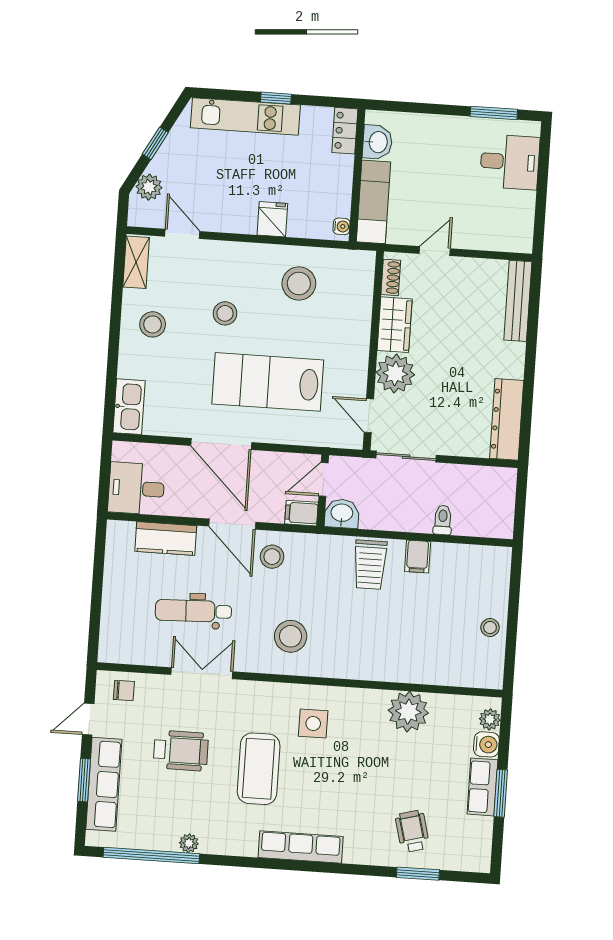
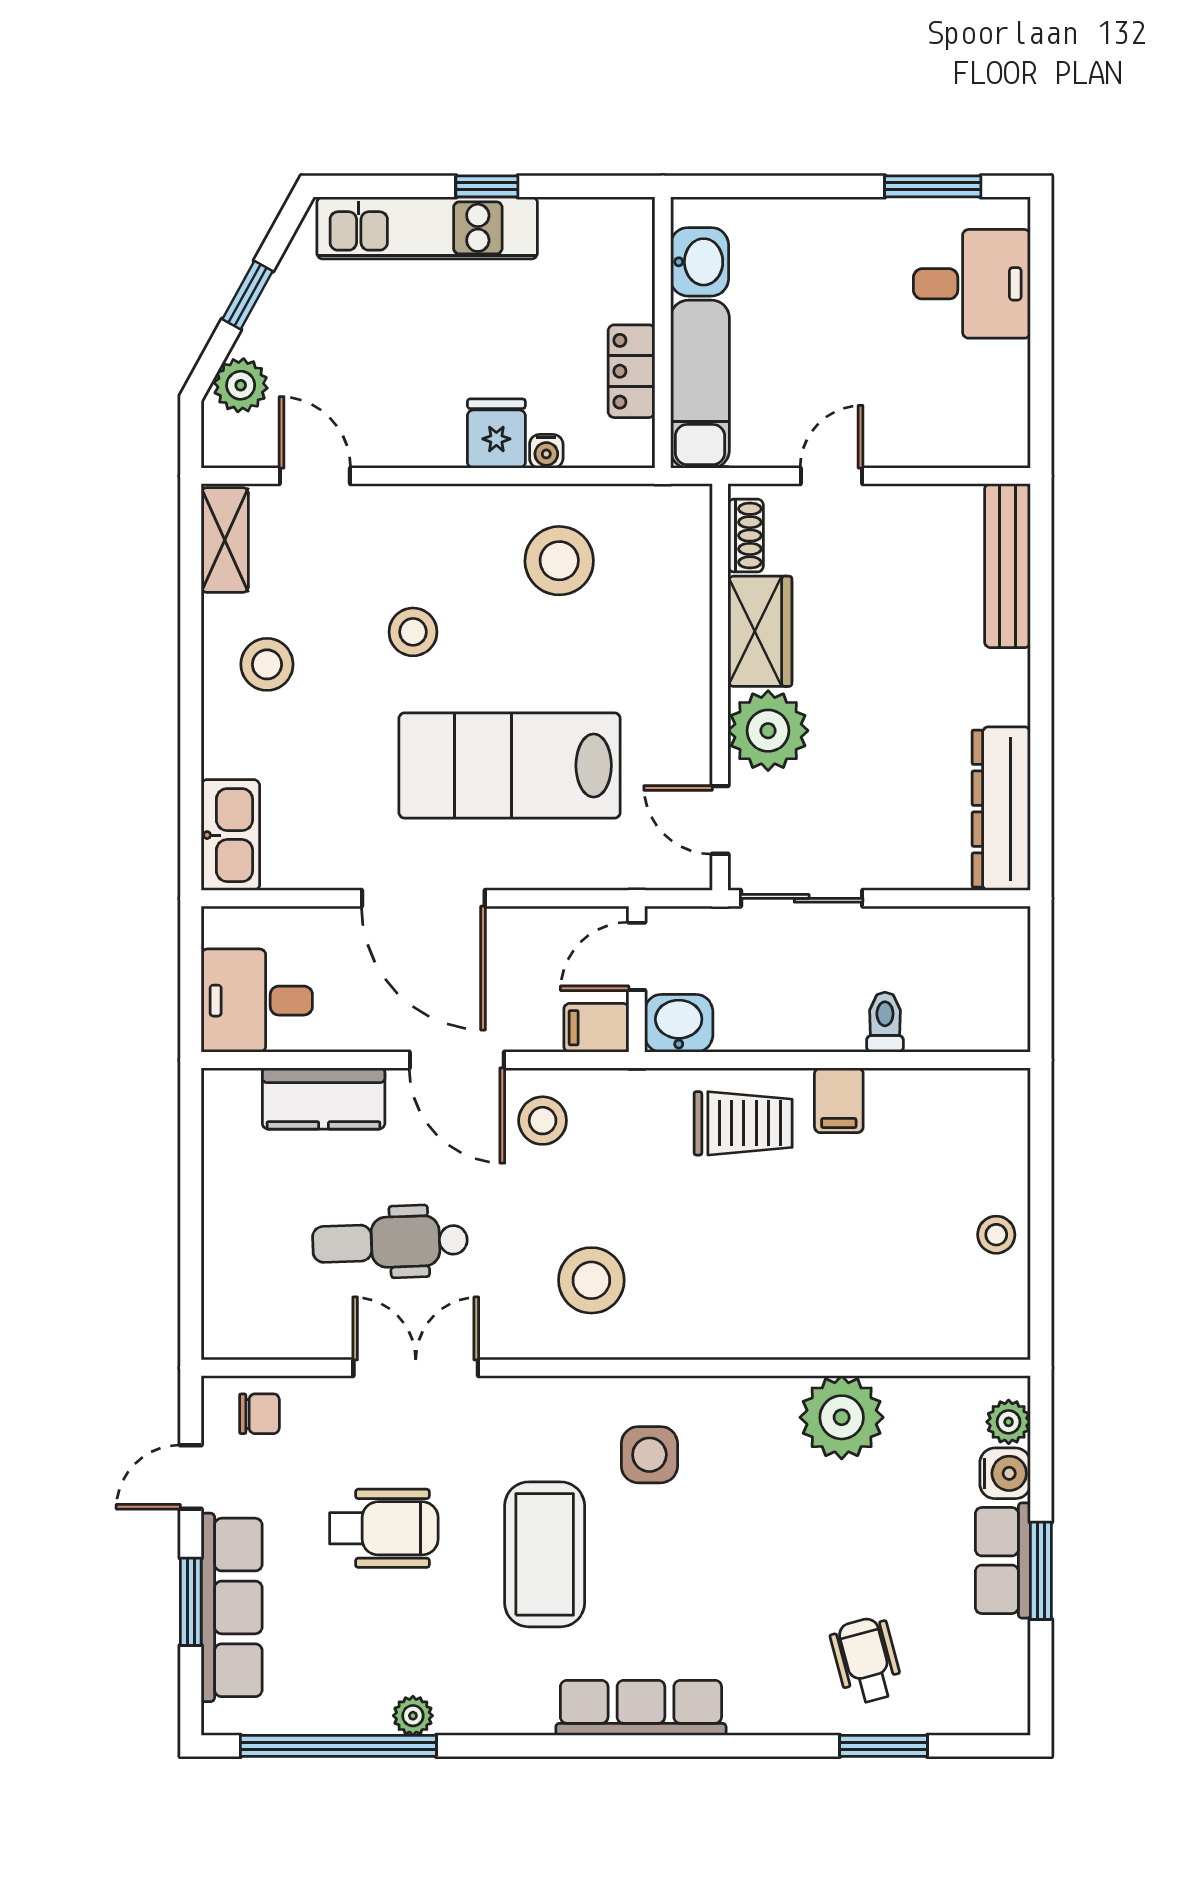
locker: (345, 131) -> (632, 371), moved
water cooler: (342, 226) -> (546, 451), moved, turned 90
trolley: (370, 565) -> (743, 1123), turned -90

